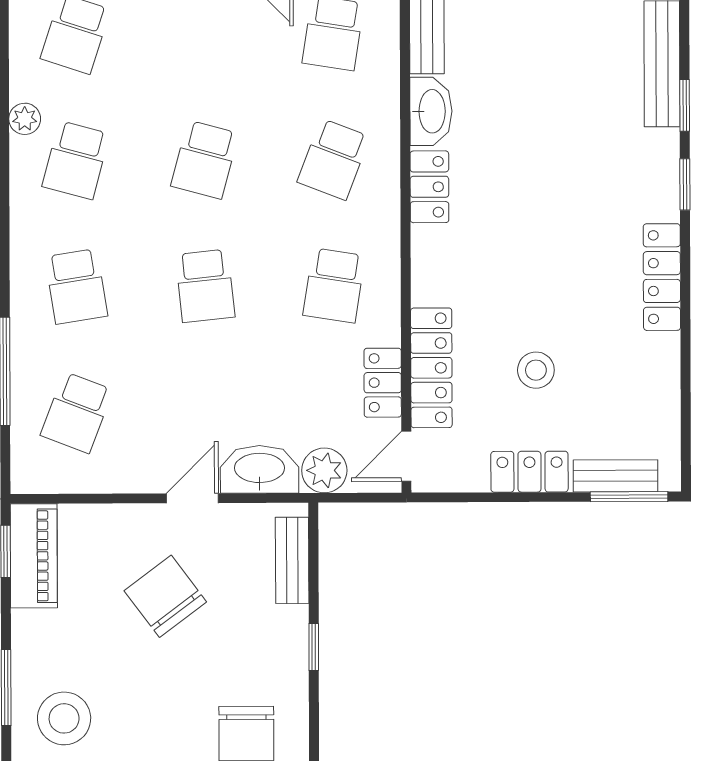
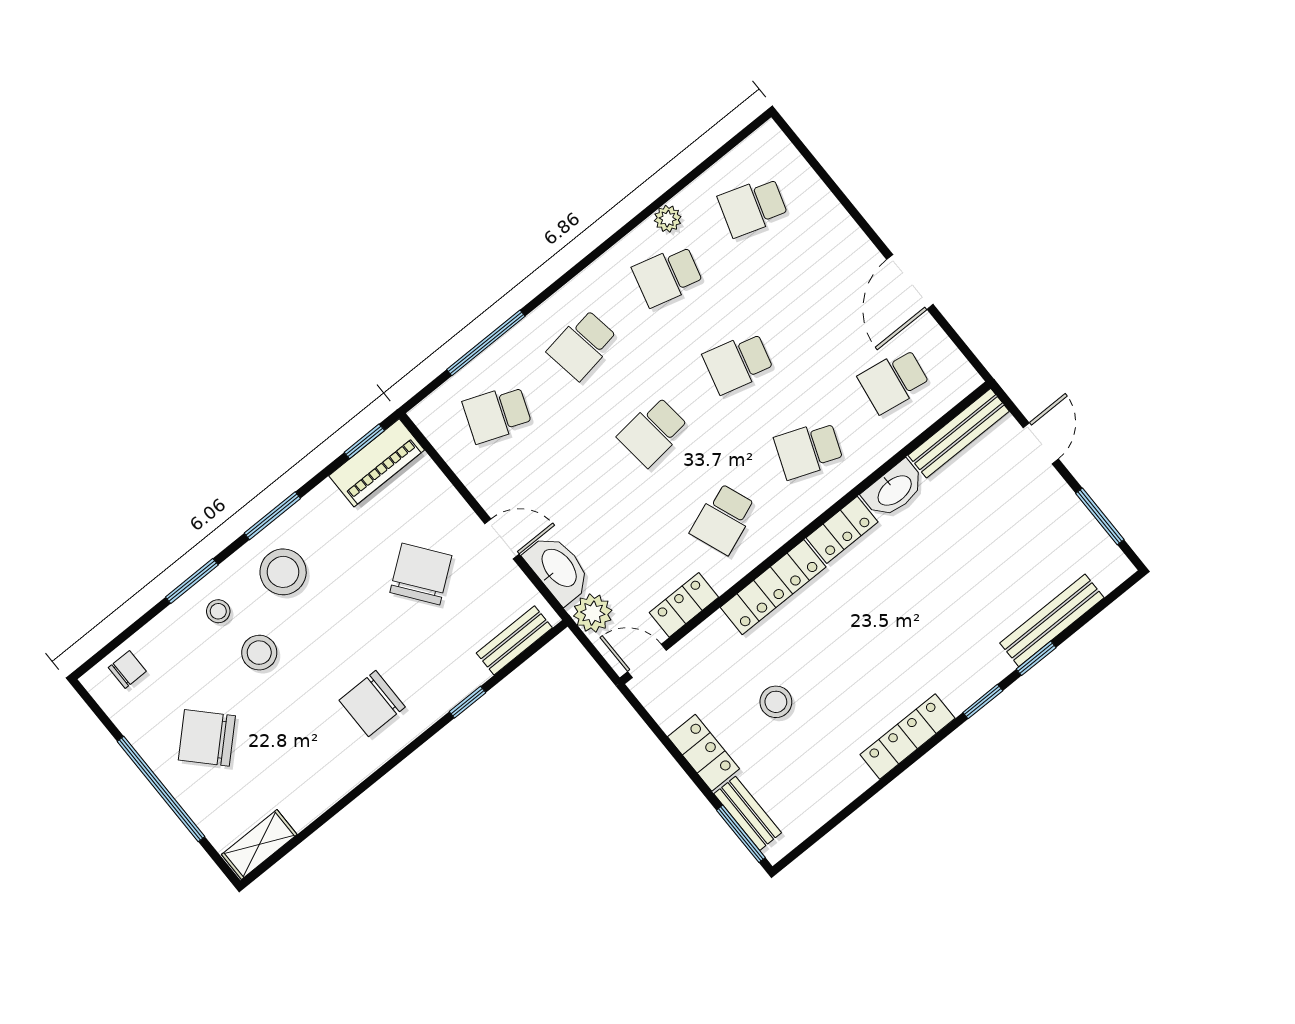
school desk: (334, 285) -> (723, 519), turned -30
locker: (431, 368) -> (773, 587), moved

